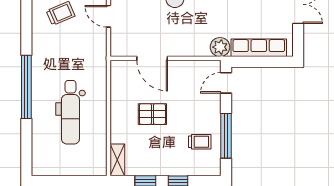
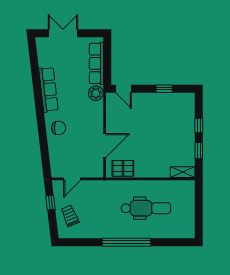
pallet: (152, 114) -> (123, 168), moved, turned 90
window: (226, 136) -> (164, 89), width x0.46
trolley: (200, 142) -> (169, 109), removed

